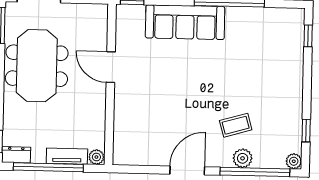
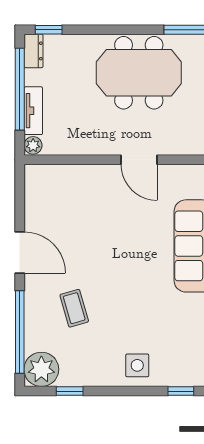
door: (111, 67) -> (139, 160), swing flipped
side table: (286, 73) -> (137, 365), added
plant: (243, 158) -> (35, 317), removed
plant: (294, 161) -> (41, 369), width x1.87, depth x1.87

